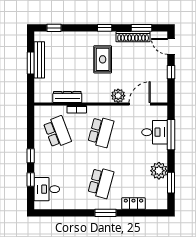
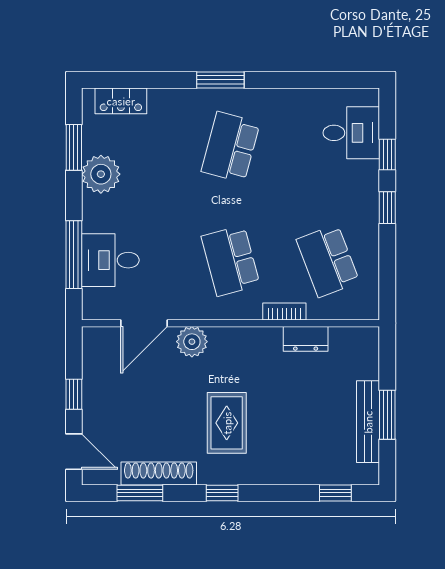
dresser: (67, 97) -> (306, 339), width x0.70
school desk: (101, 132) -> (231, 261), turned -30
locker: (133, 204) -> (121, 101), moved

